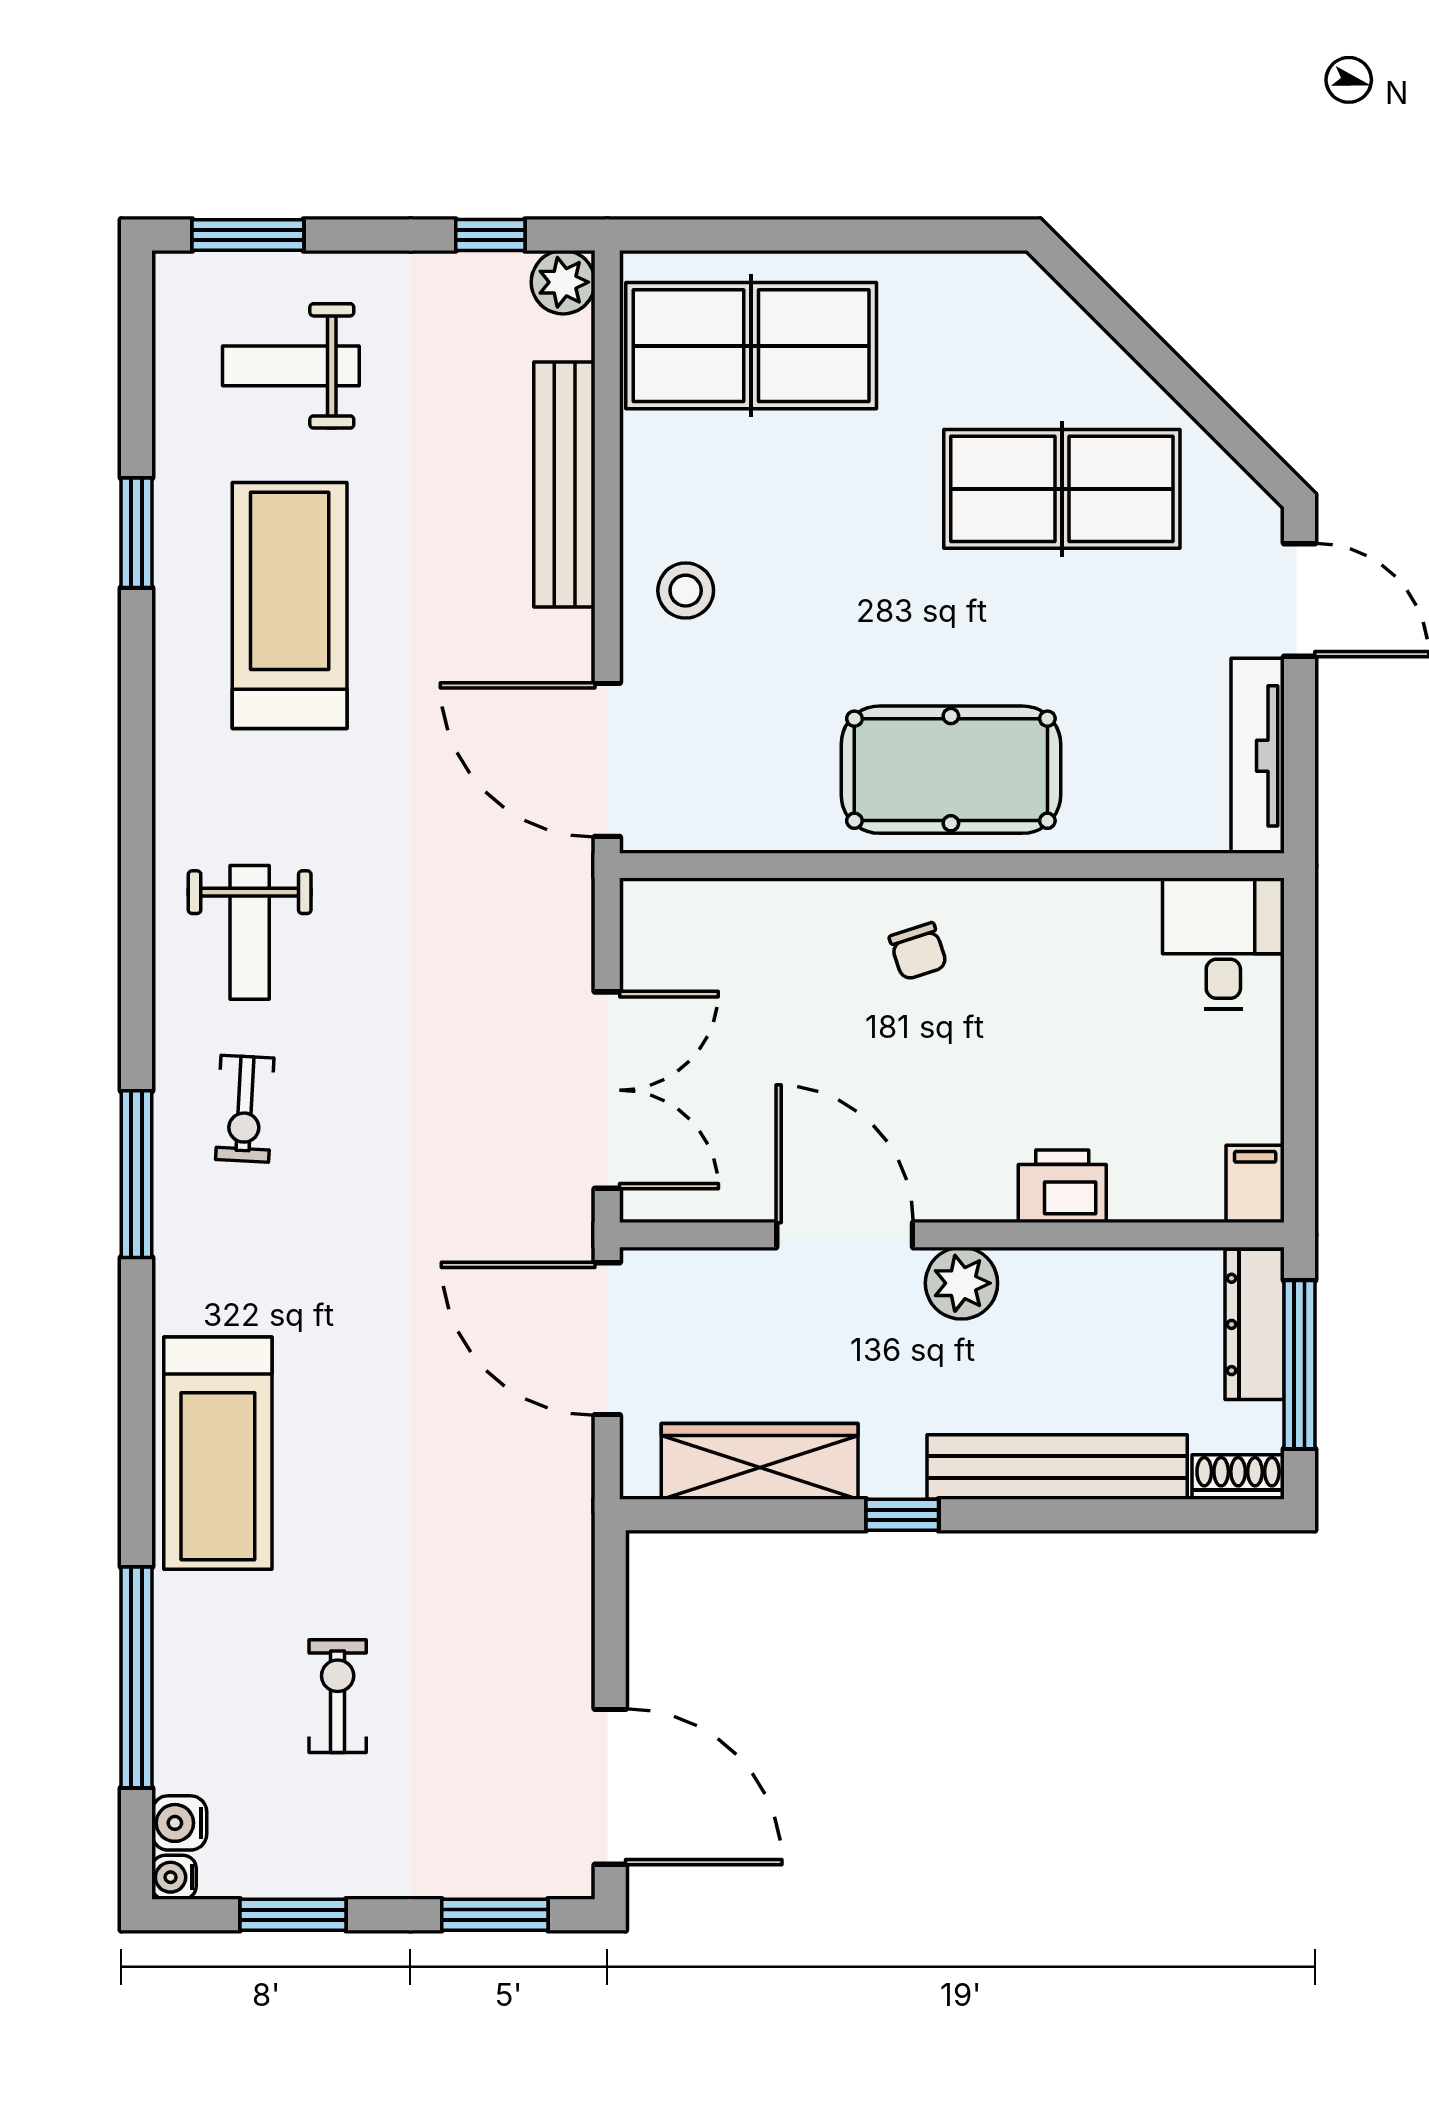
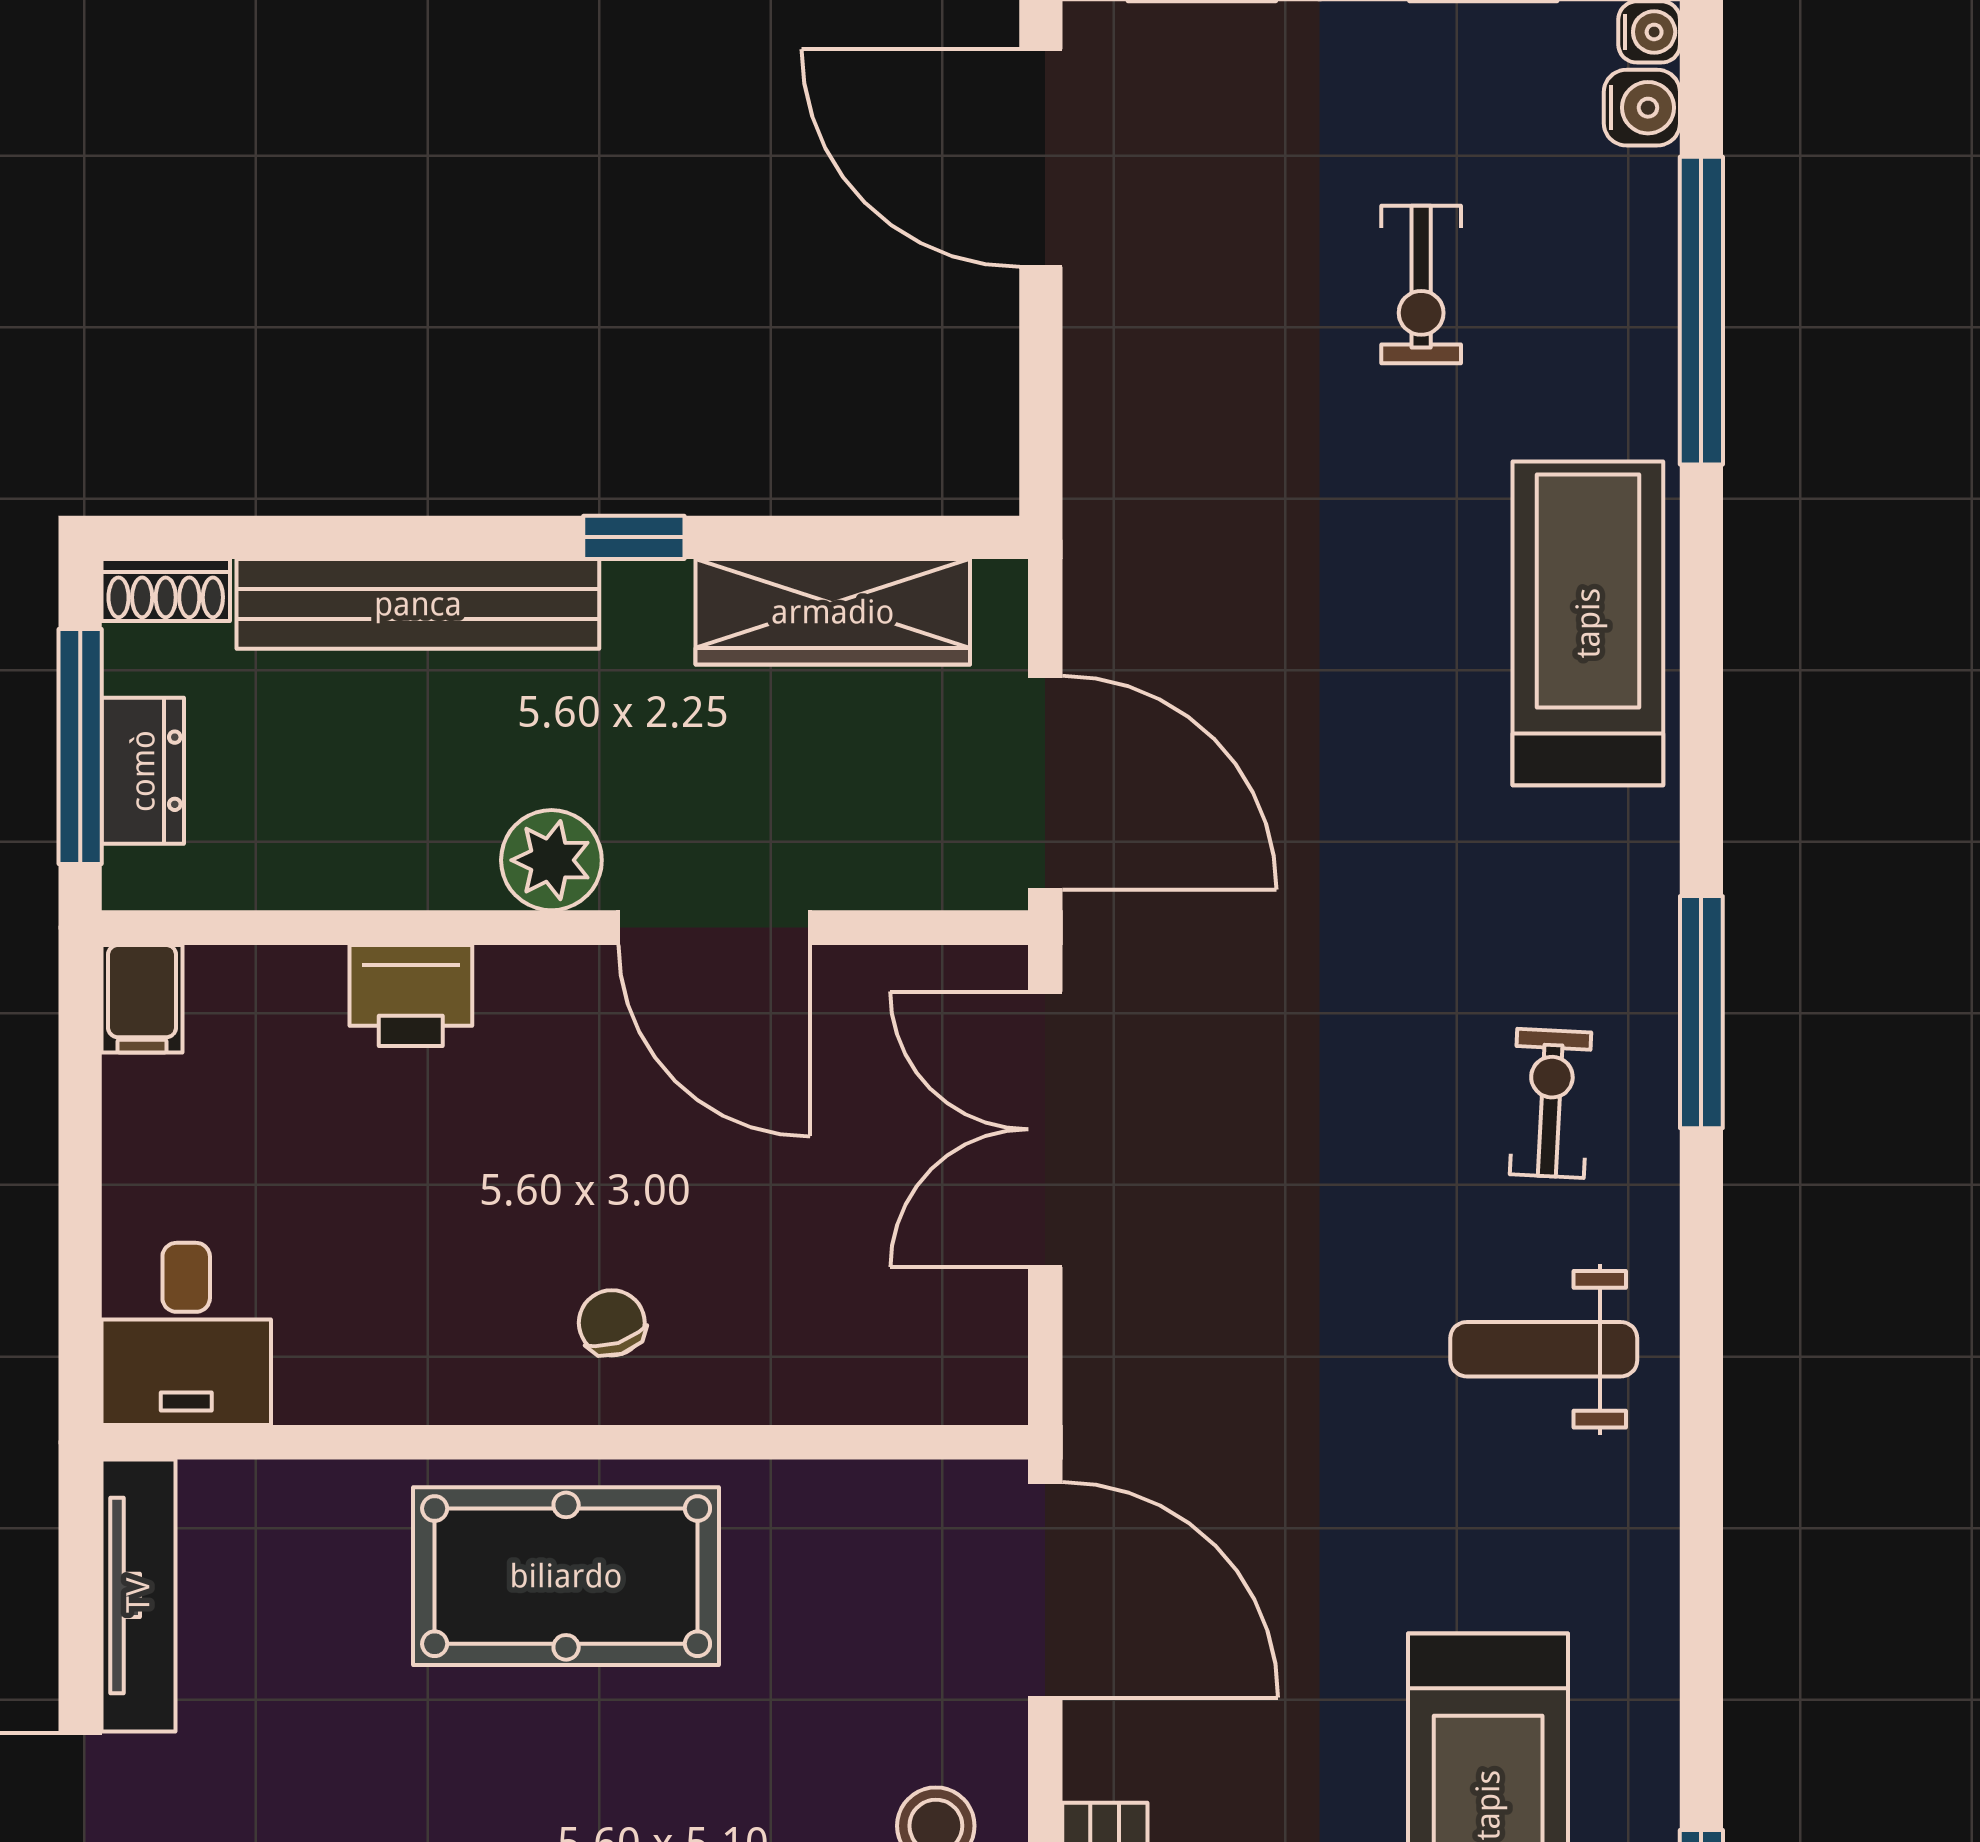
weight bench: (250, 932) -> (1544, 1349), turned -90
dresser: (1255, 1324) -> (143, 771), width x0.70

